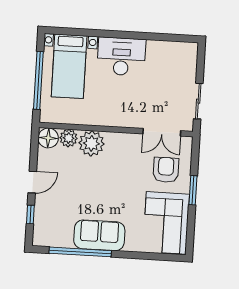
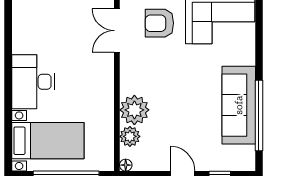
double door: (162, 132) -> (117, 31), swing flipped
floor lamp: (48, 138) -> (126, 165), width x0.53, depth x0.53
sofa: (99, 235) -> (239, 105), width x1.36

